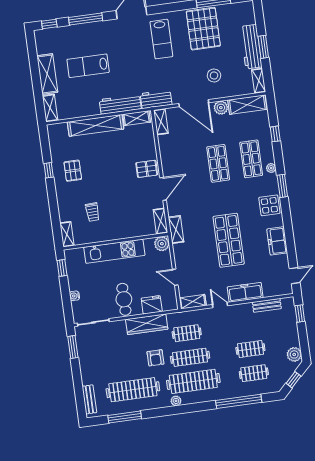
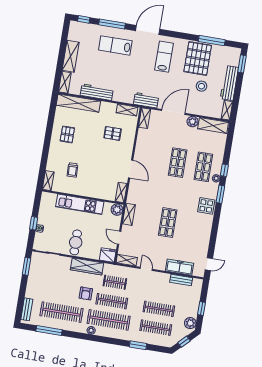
lab bench: (161, 39) -> (164, 57), turned 180
window: (263, 47) -> (242, 64), moved
lab bench: (88, 66) -> (115, 45), moved
stool: (214, 75) -> (201, 86), moved
door: (194, 103) -> (173, 112), swing flipped
workbench: (120, 104) -> (97, 92), moved
shelving: (96, 125) -> (78, 103), moved
window: (275, 134) -> (224, 170), moved
pallet: (147, 169) -> (113, 133), moved
window: (49, 170) -> (49, 129), removed
door: (163, 189) -> (131, 169), hinge flipped
shelving: (176, 230) -> (129, 214), moved
shop shelf: (229, 240) -> (168, 223), width x0.70, depth x0.74
freezer: (277, 241) -> (204, 234), removed
window: (62, 268) -> (34, 223), moved
freezer: (245, 292) -> (179, 267), moved
fridge: (152, 305) -> (108, 255), moved
window: (300, 313) -> (201, 309), moved
clothes rail: (250, 349) -> (159, 309), width x1.36
clothes rail: (254, 373) -> (156, 328), width x1.36
window: (239, 401) -> (138, 345), width x0.47

